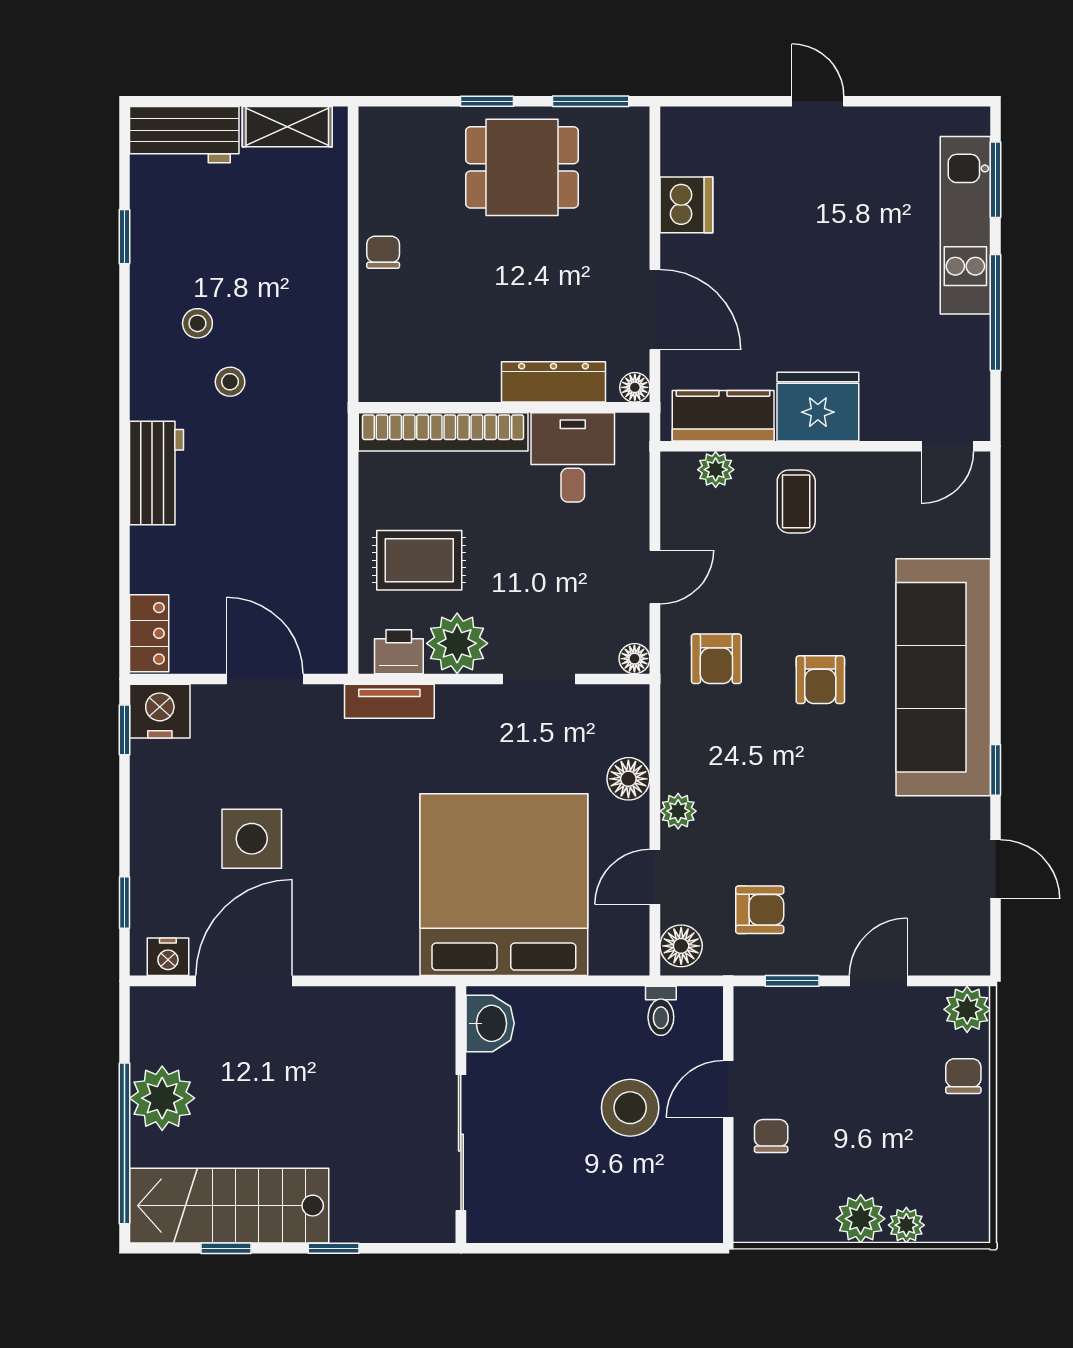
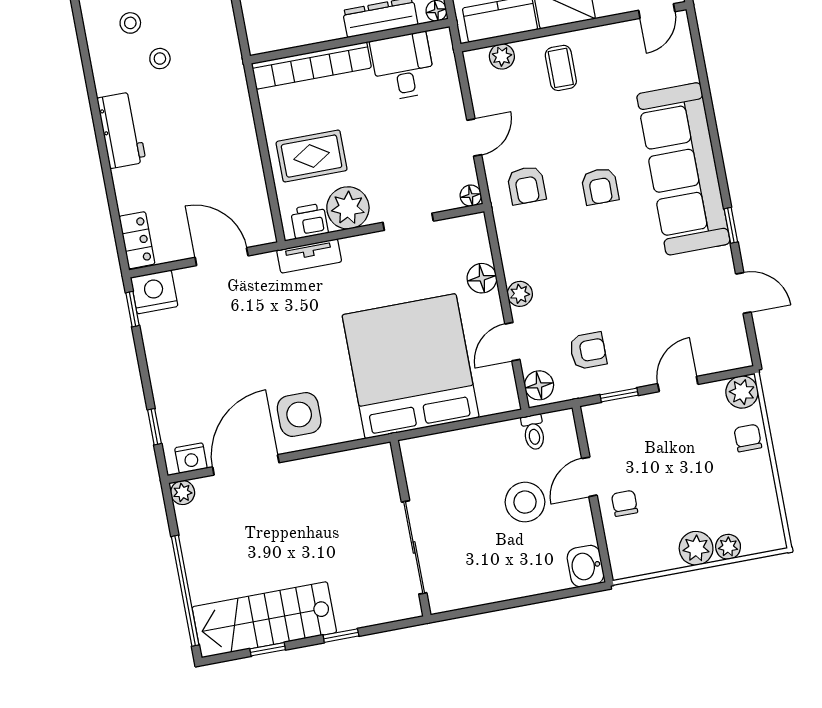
side table: (252, 839) -> (299, 414), moved
washbasin: (490, 1023) -> (586, 566), moved, turned 180
plant: (162, 1098) -> (183, 493), moved, width x0.53, depth x0.53

